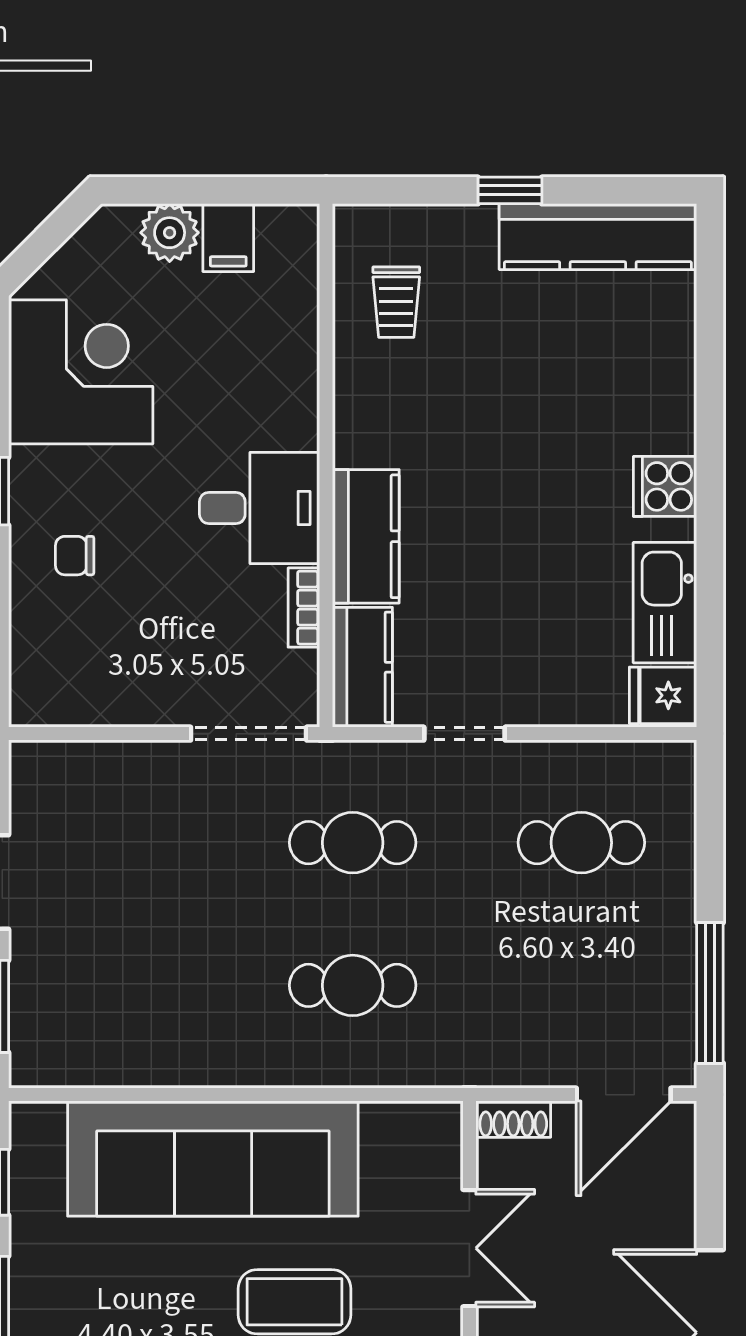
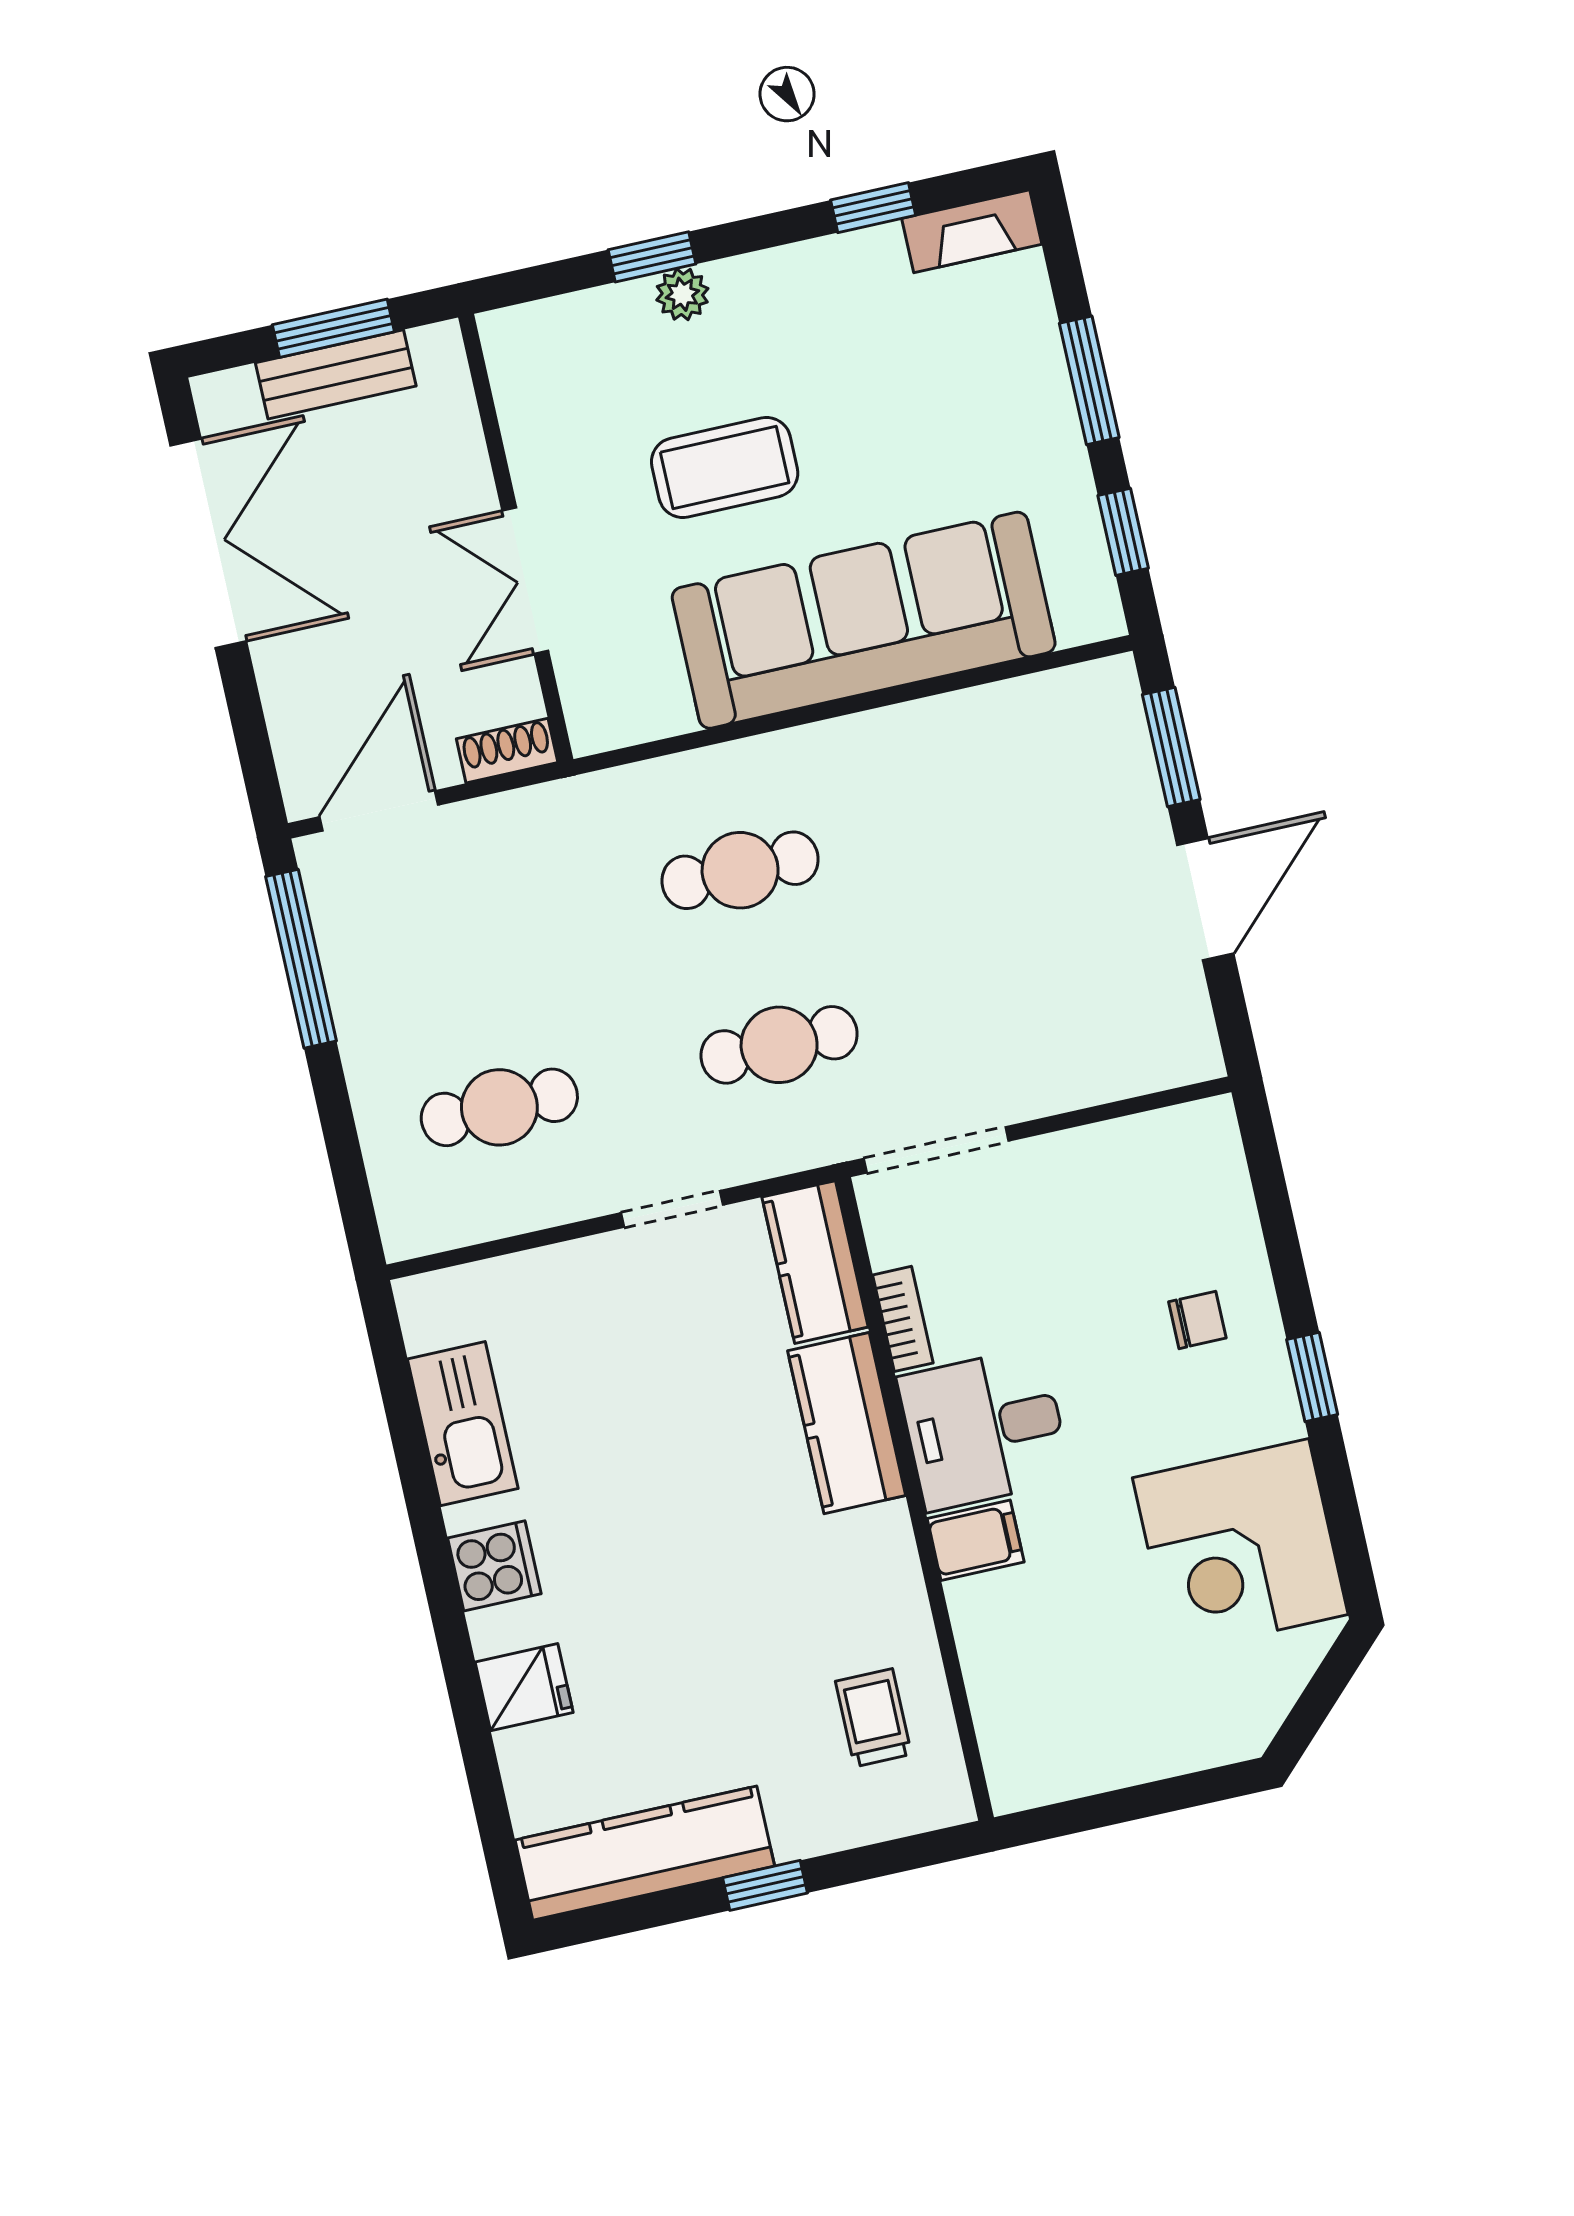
plant: (170, 233) -> (1170, 1741), removed
filing cabinet: (228, 238) -> (976, 1540), moved, turned 90
fridge: (663, 695) -> (524, 1687), moved

